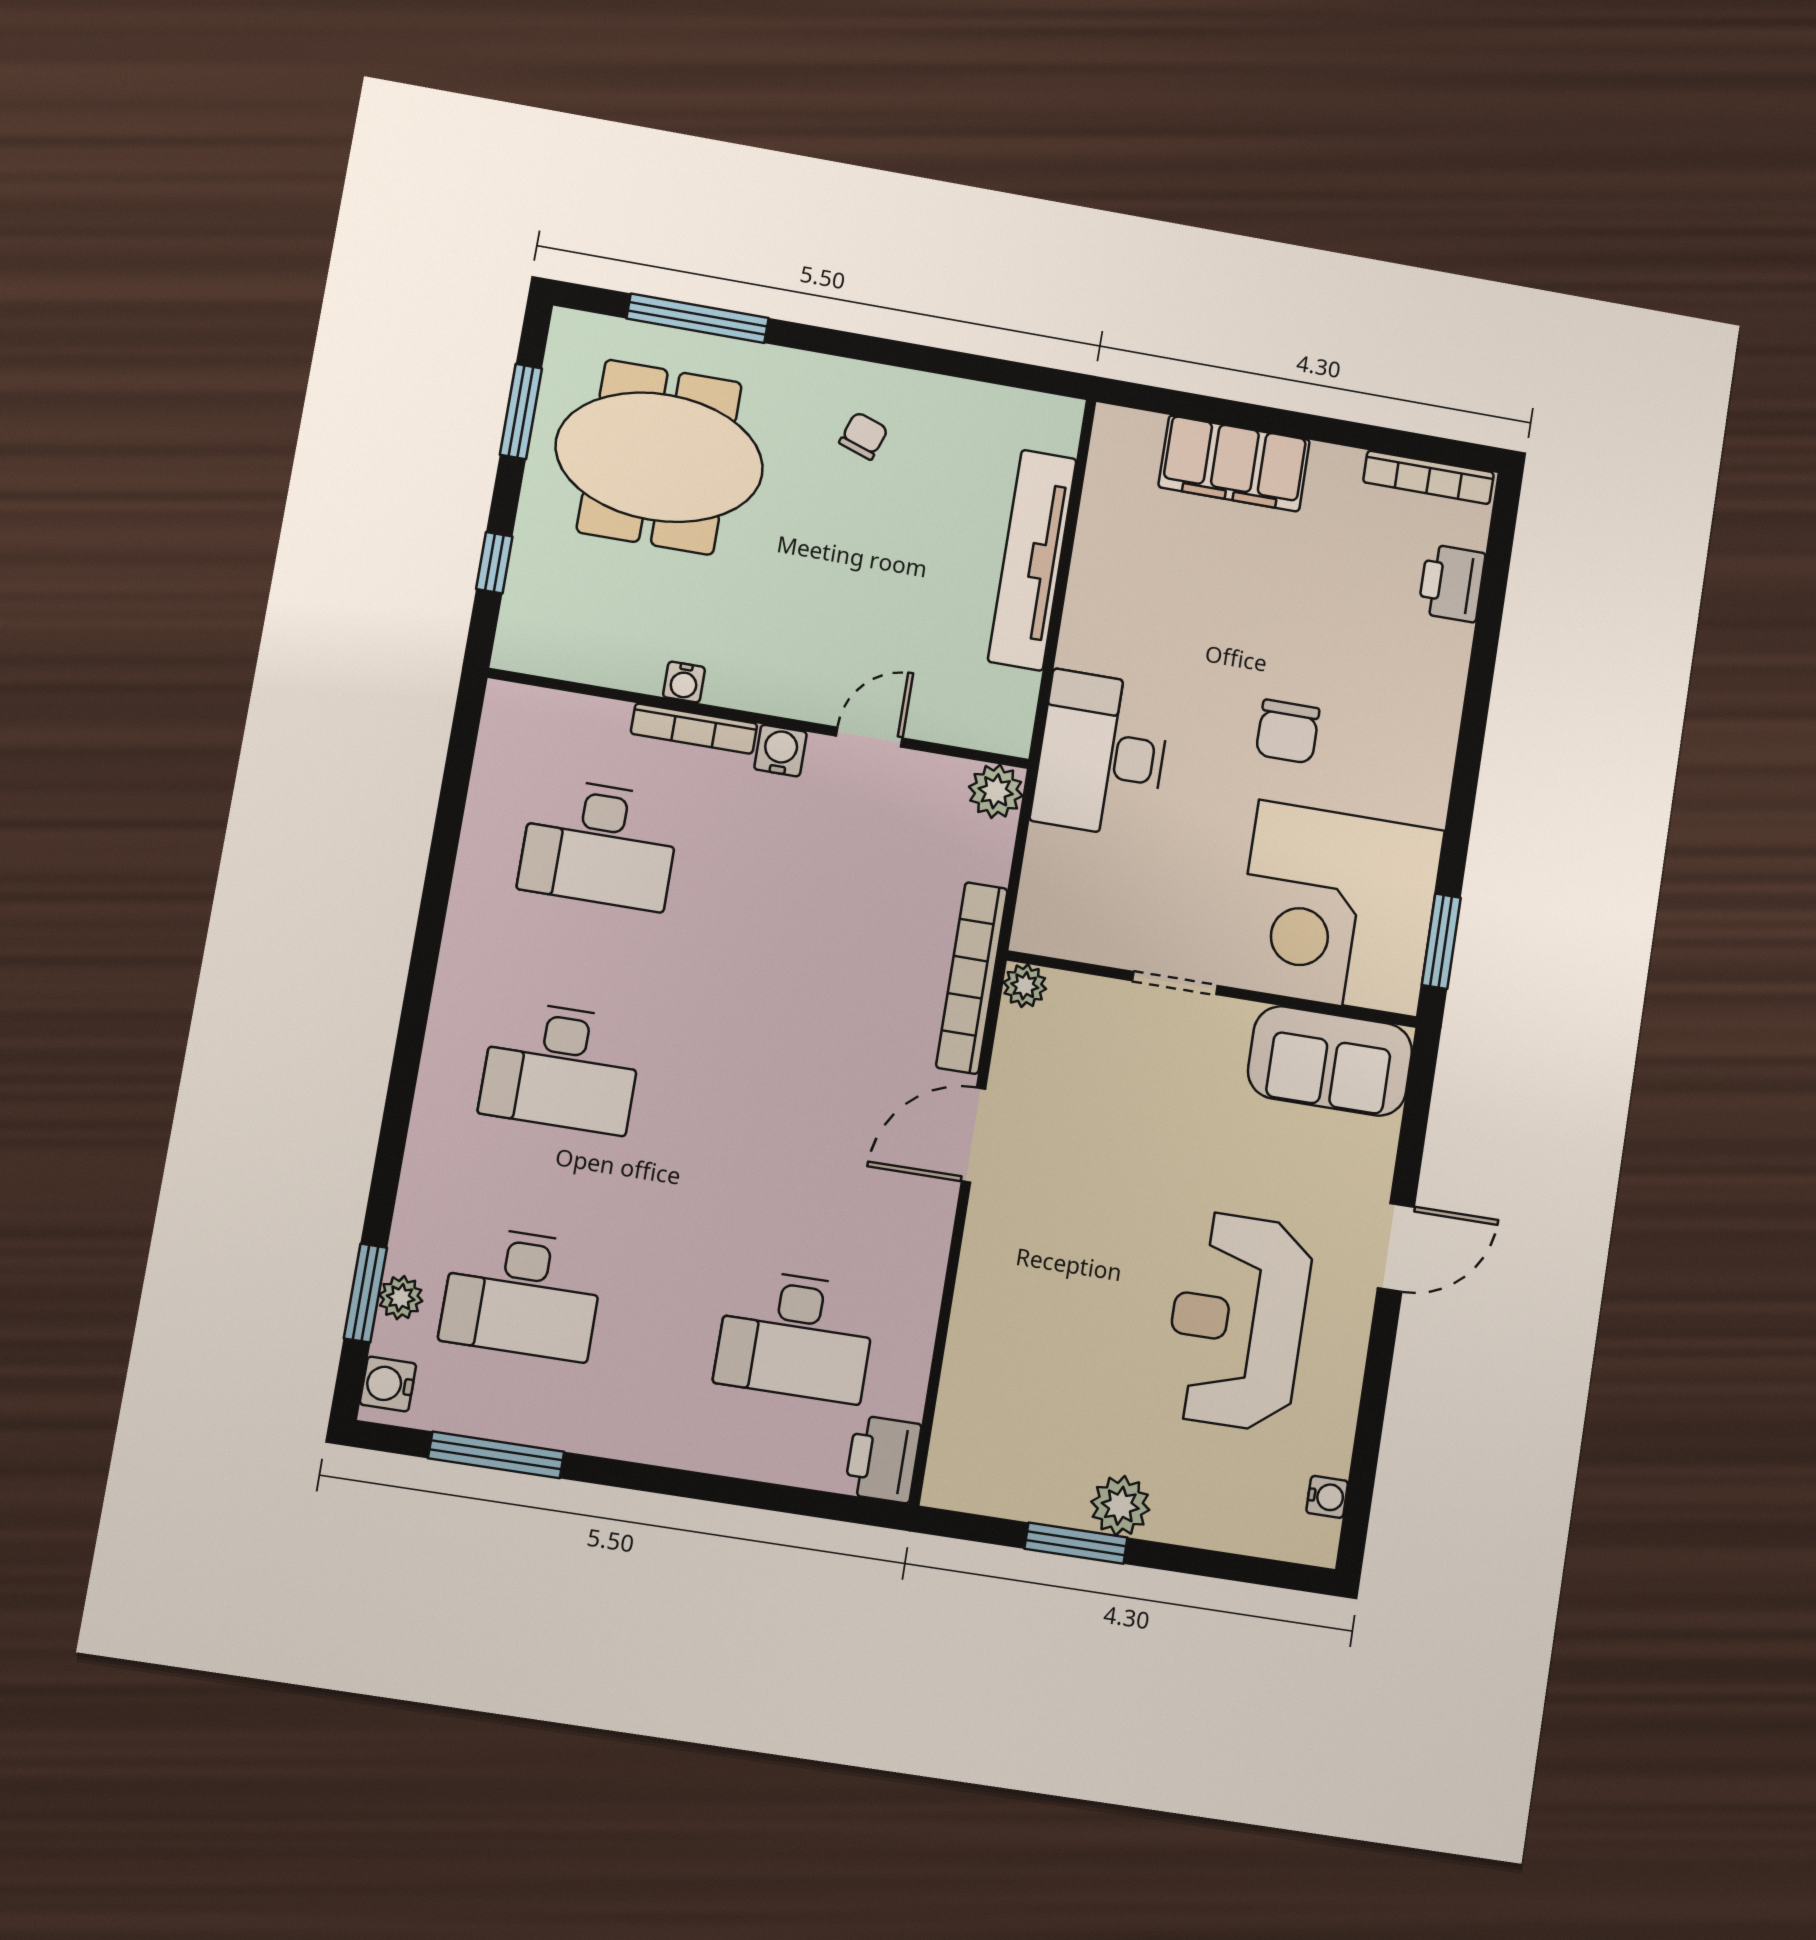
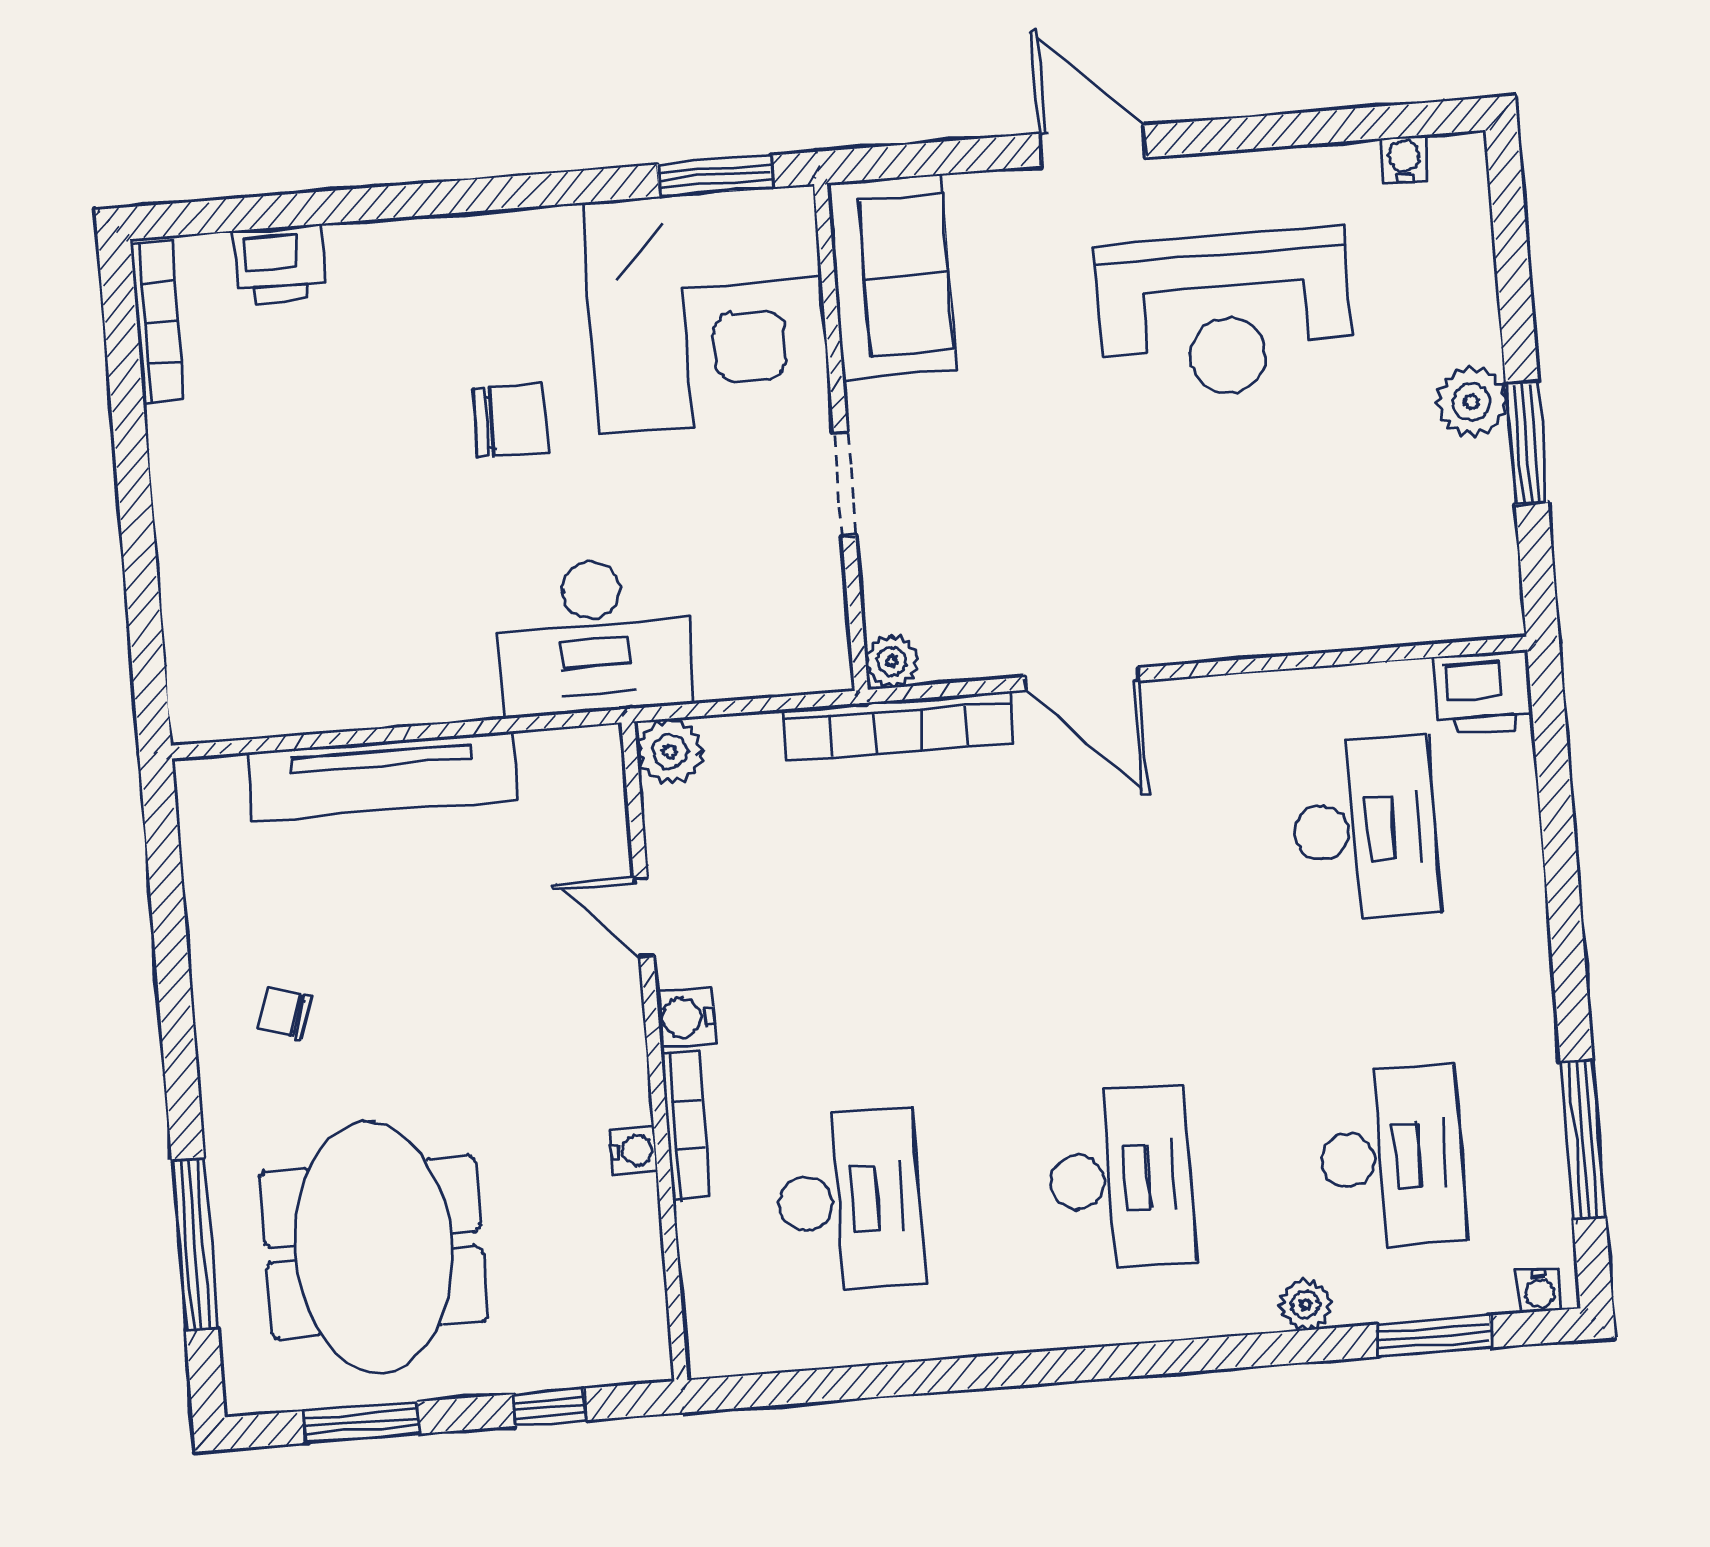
filing cabinet: (1234, 463) -> (202, 562), removed
plant: (401, 1298) -> (1306, 1305), moved
water cooler: (388, 1384) -> (1540, 1291), width x0.72, depth x0.72

